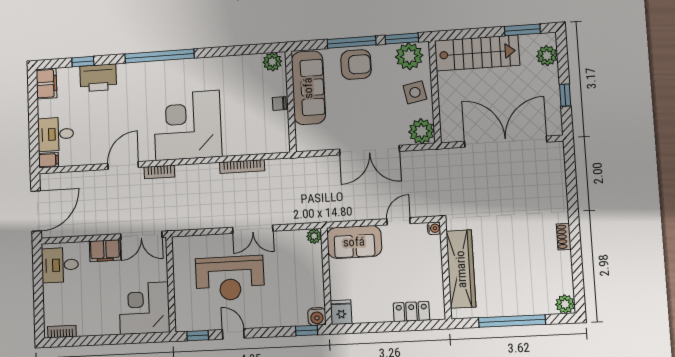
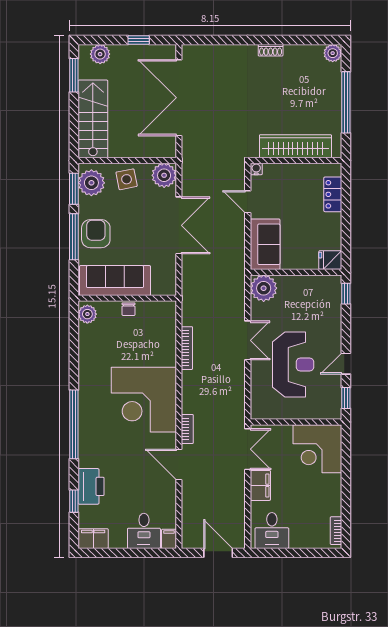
door: (36, 211) -> (218, 553), width x0.73
plant: (314, 236) -> (264, 288), width x1.88, depth x1.88
water cooler: (317, 317) -> (333, 283), removed

